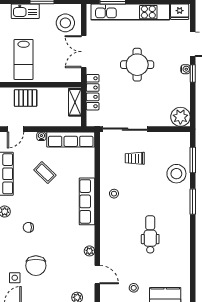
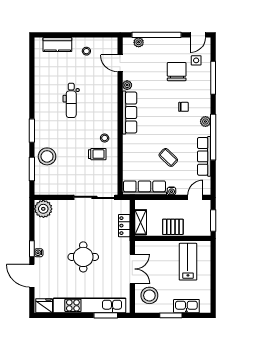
locker: (93, 92) -> (124, 226), width x0.66
pallet: (26, 98) -> (173, 227), moved
trolley: (135, 158) -> (97, 154), moved
row of seats: (87, 201) -> (130, 113), moved

